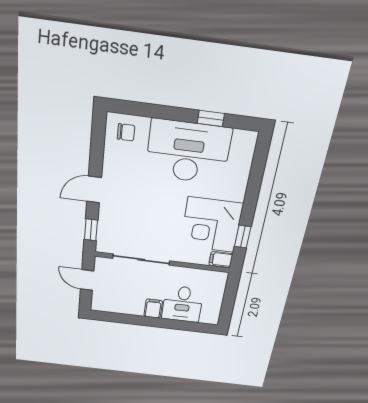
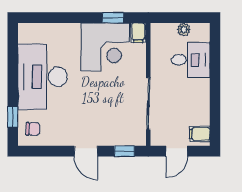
window: (211, 118) -> (13, 117), moved
chair: (126, 132) -> (33, 129), turned 90
plant: (216, 302) -> (184, 29), added
filing cabinet: (153, 309) -> (200, 134), moved

